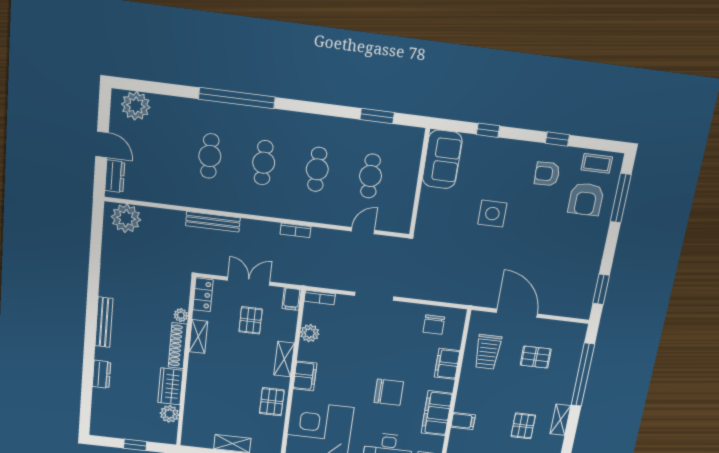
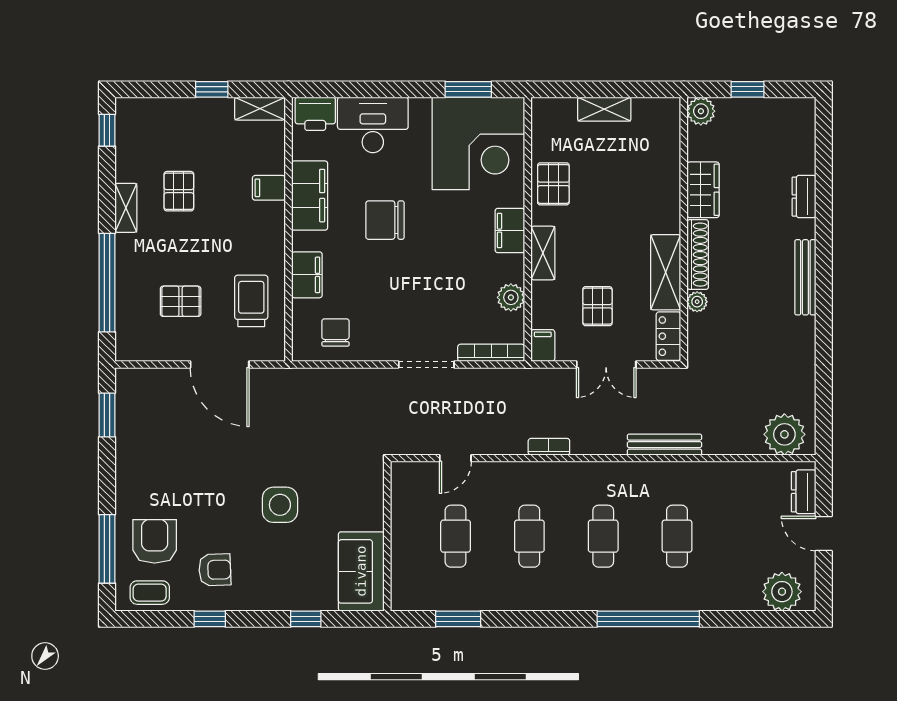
bookcase: (320, 298) -> (491, 353), width x1.56
shelving: (198, 337) -> (666, 272), width x1.50, depth x1.33
plant: (169, 414) -> (701, 111), moved

